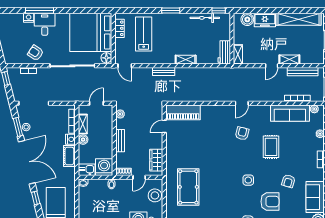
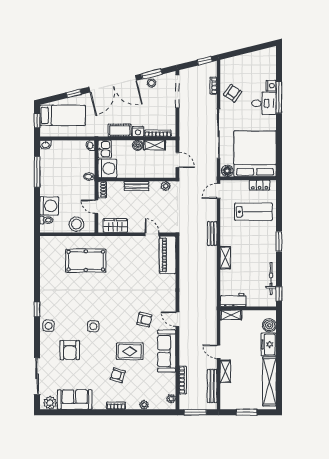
sofa: (290, 113) -> (167, 351), moved
armchair: (288, 181) -> (118, 375), moved

